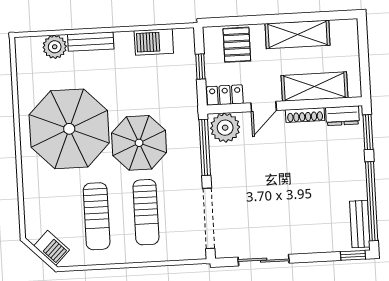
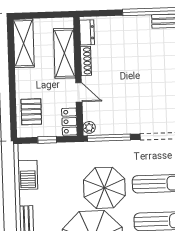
shelving: (298, 34) -> (24, 43), moved
pallet: (237, 45) -> (31, 112), turned 90
plant: (225, 128) -> (89, 127), width x0.53, depth x0.53
window: (368, 132) -> (100, 13), removed

